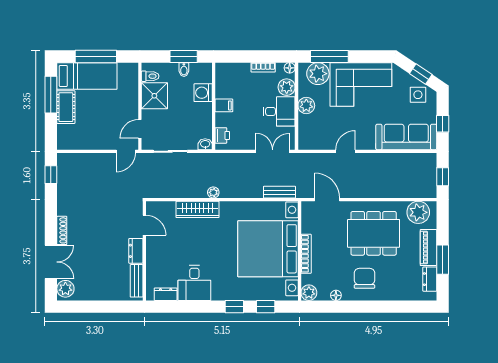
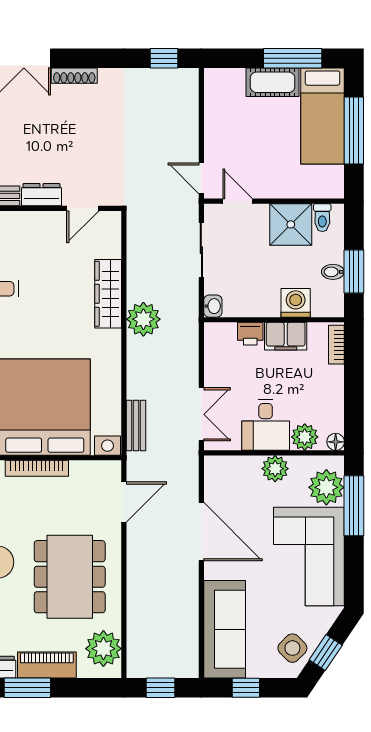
bookcase: (263, 67) -> (336, 345), moved
side table: (418, 95) -> (292, 648), turned 45
filing cabinet: (224, 105) -> (286, 336), width x2.00
printer: (222, 135) -> (250, 334), moved
door: (345, 151) -> (201, 532), width x1.88
plant: (213, 192) -> (143, 319), width x1.88, depth x1.88

